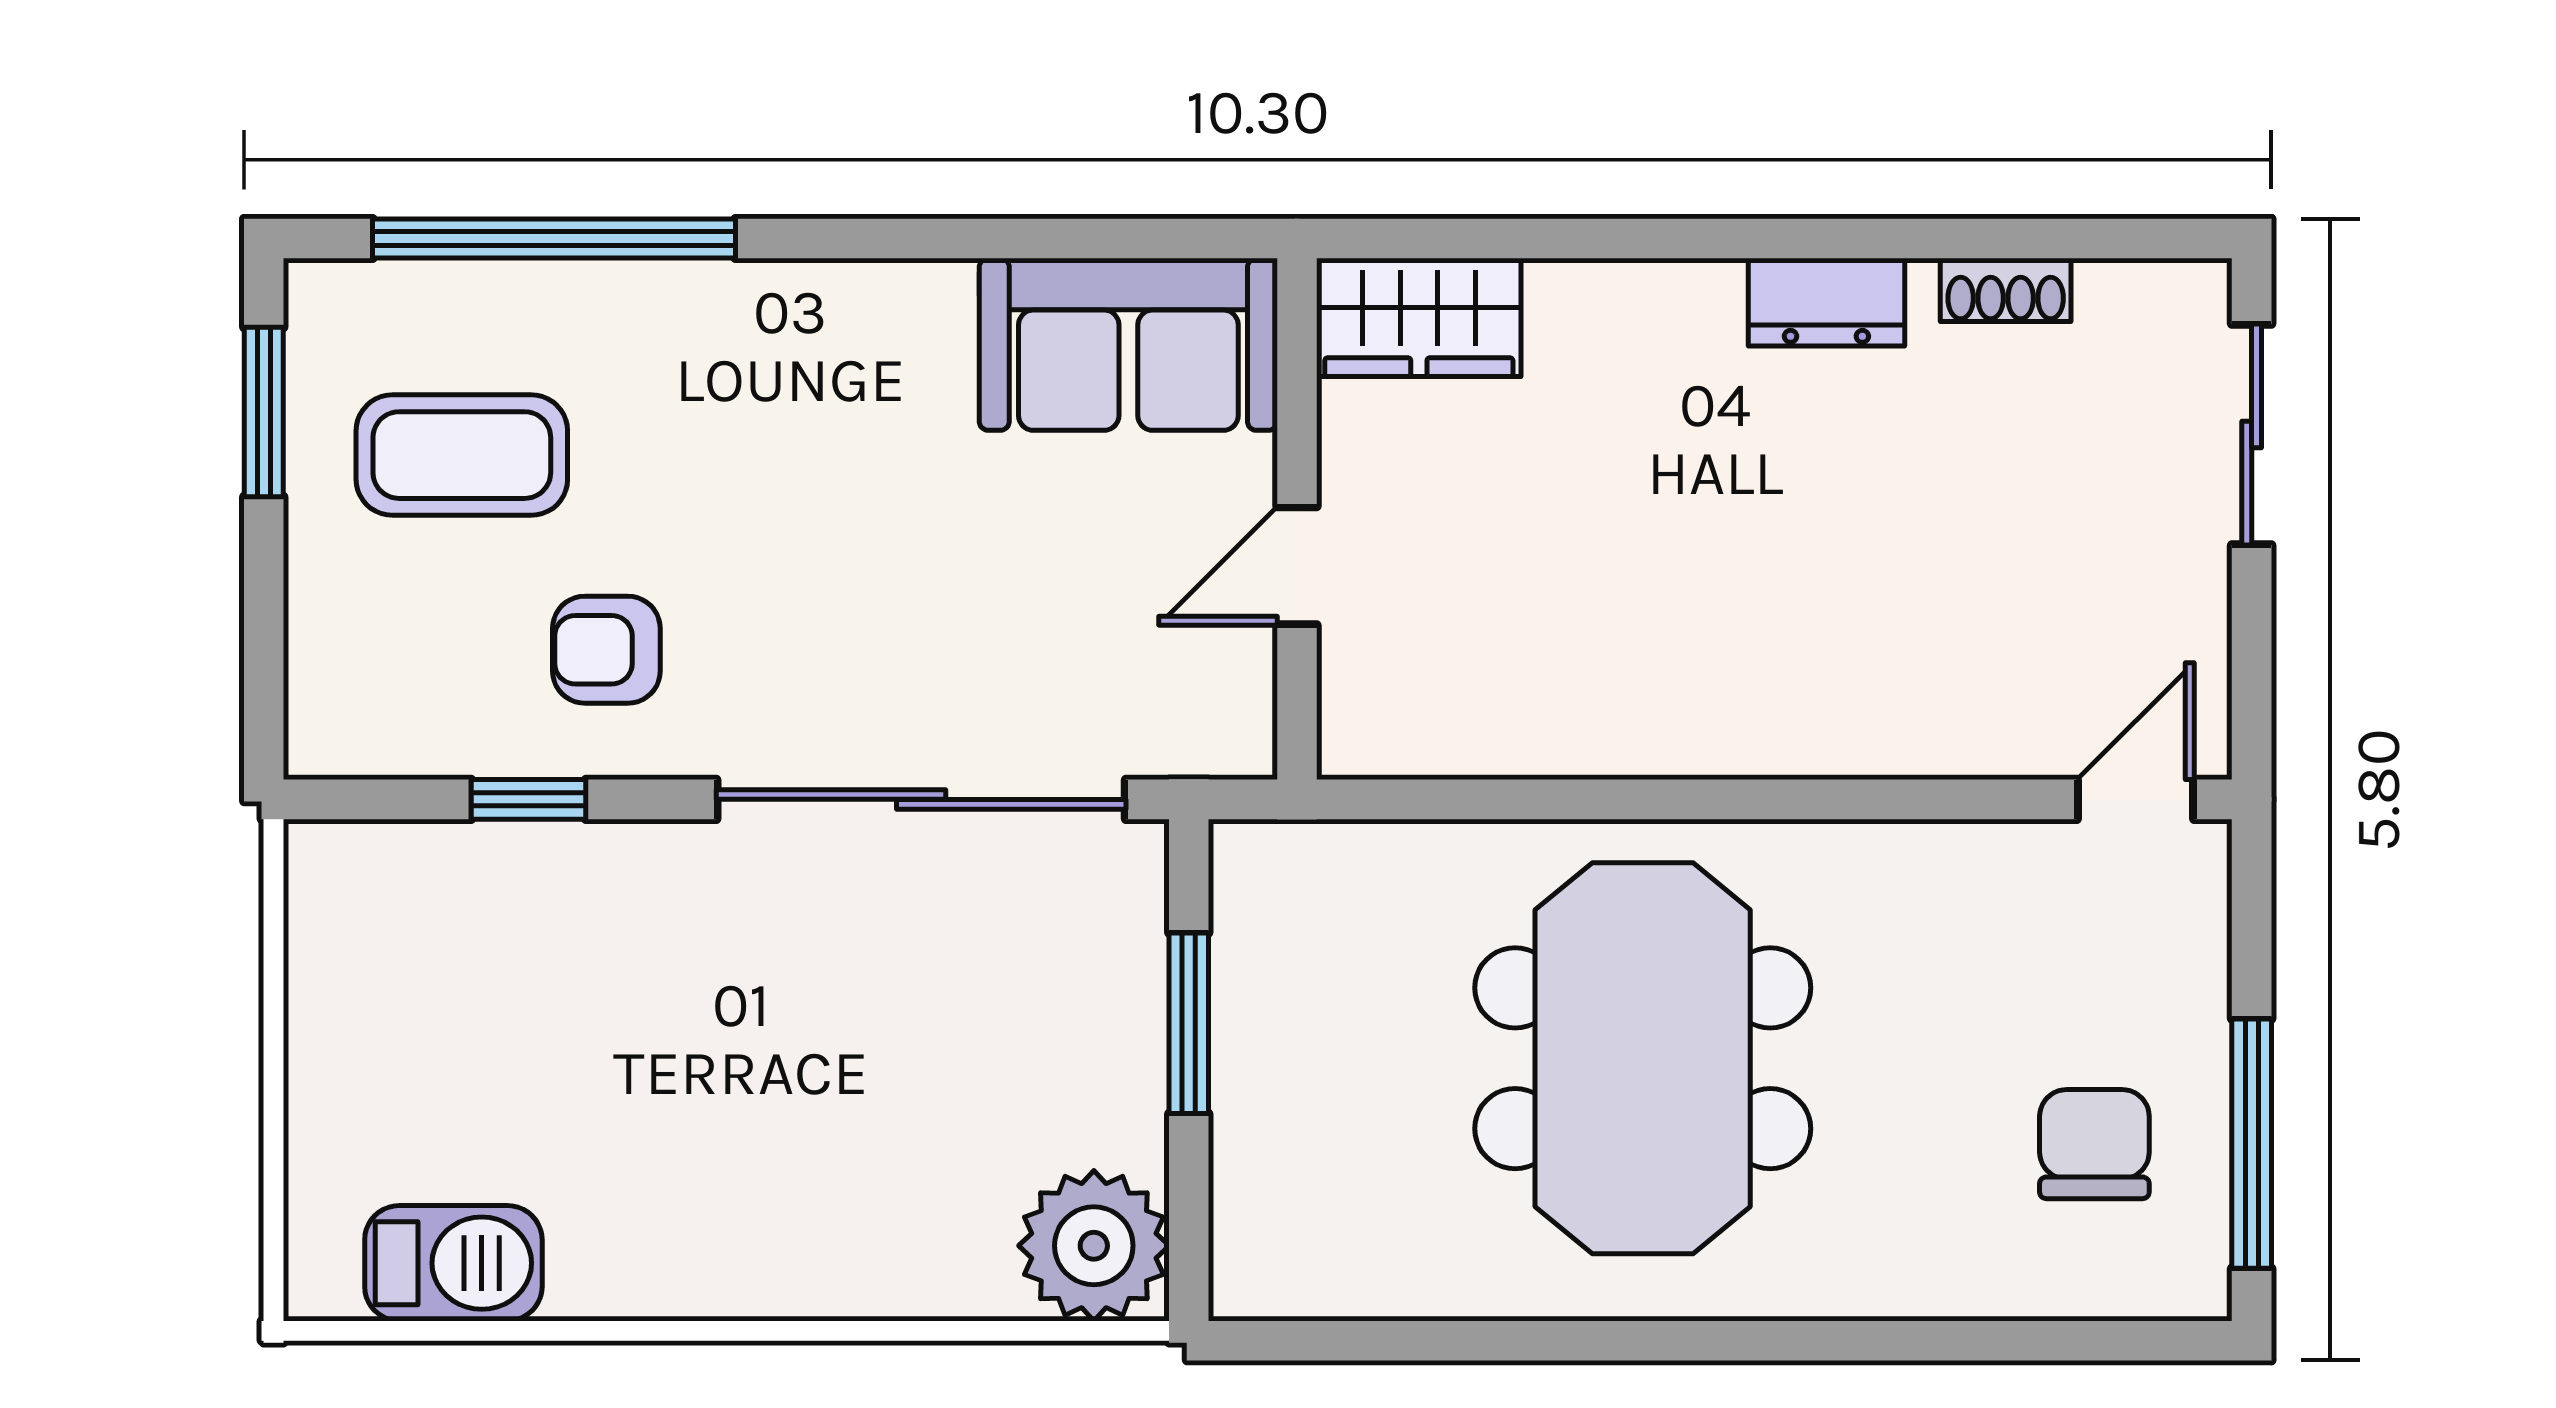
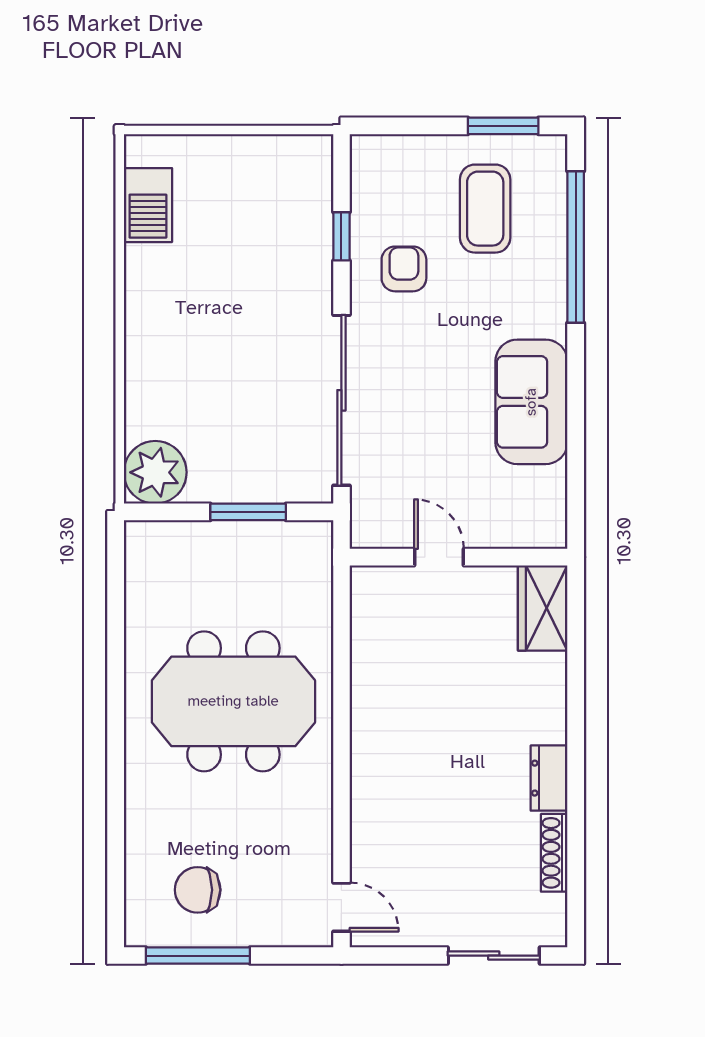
shoe rack: (2006, 290) -> (554, 853), width x1.43
sofa: (1128, 344) -> (531, 402), moved
chair: (2094, 1144) -> (198, 890), turned 180

